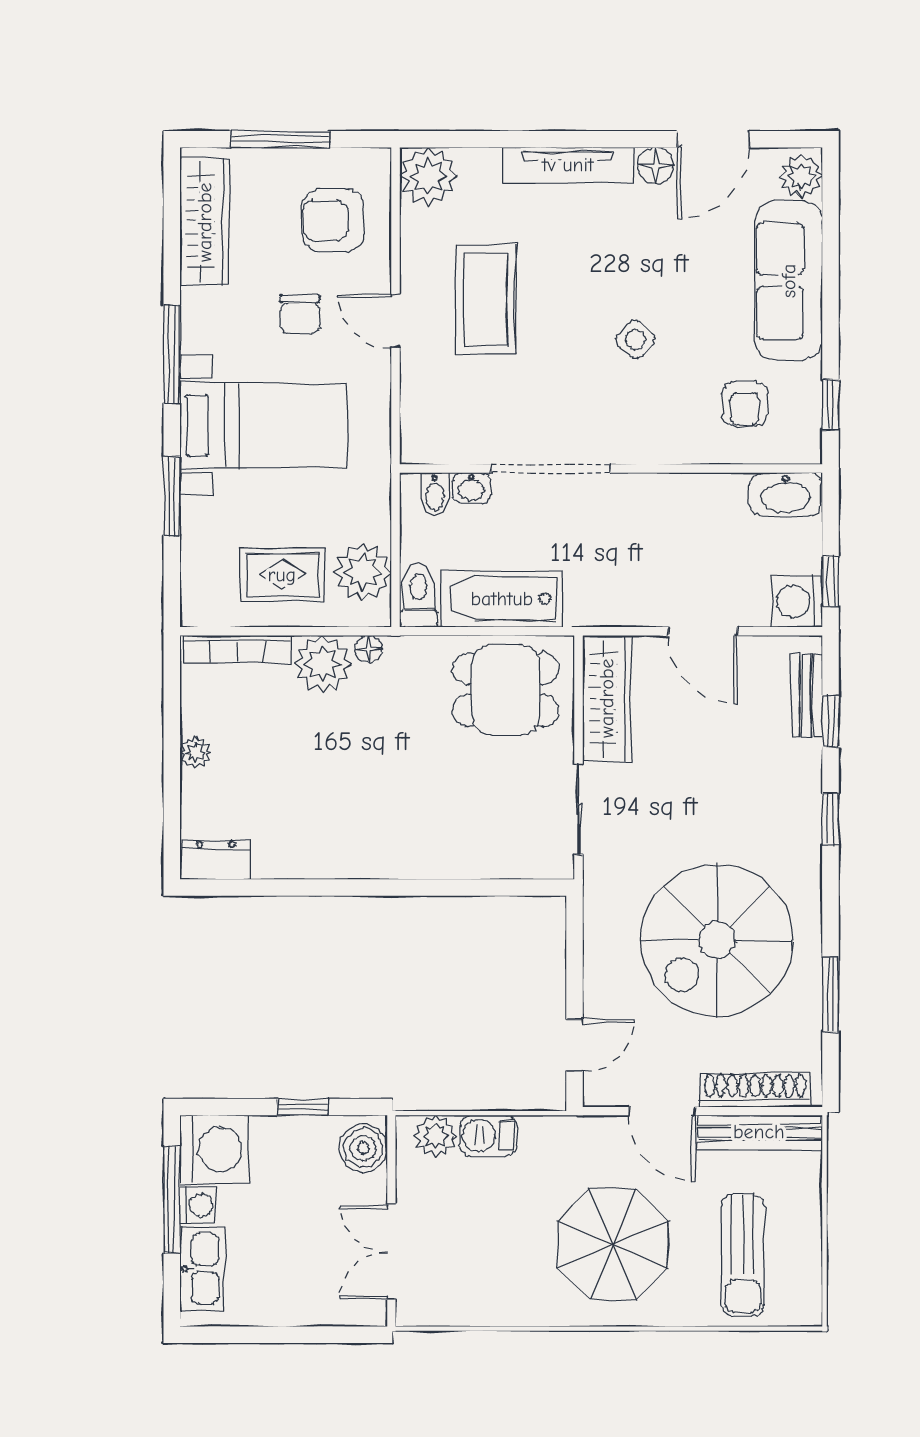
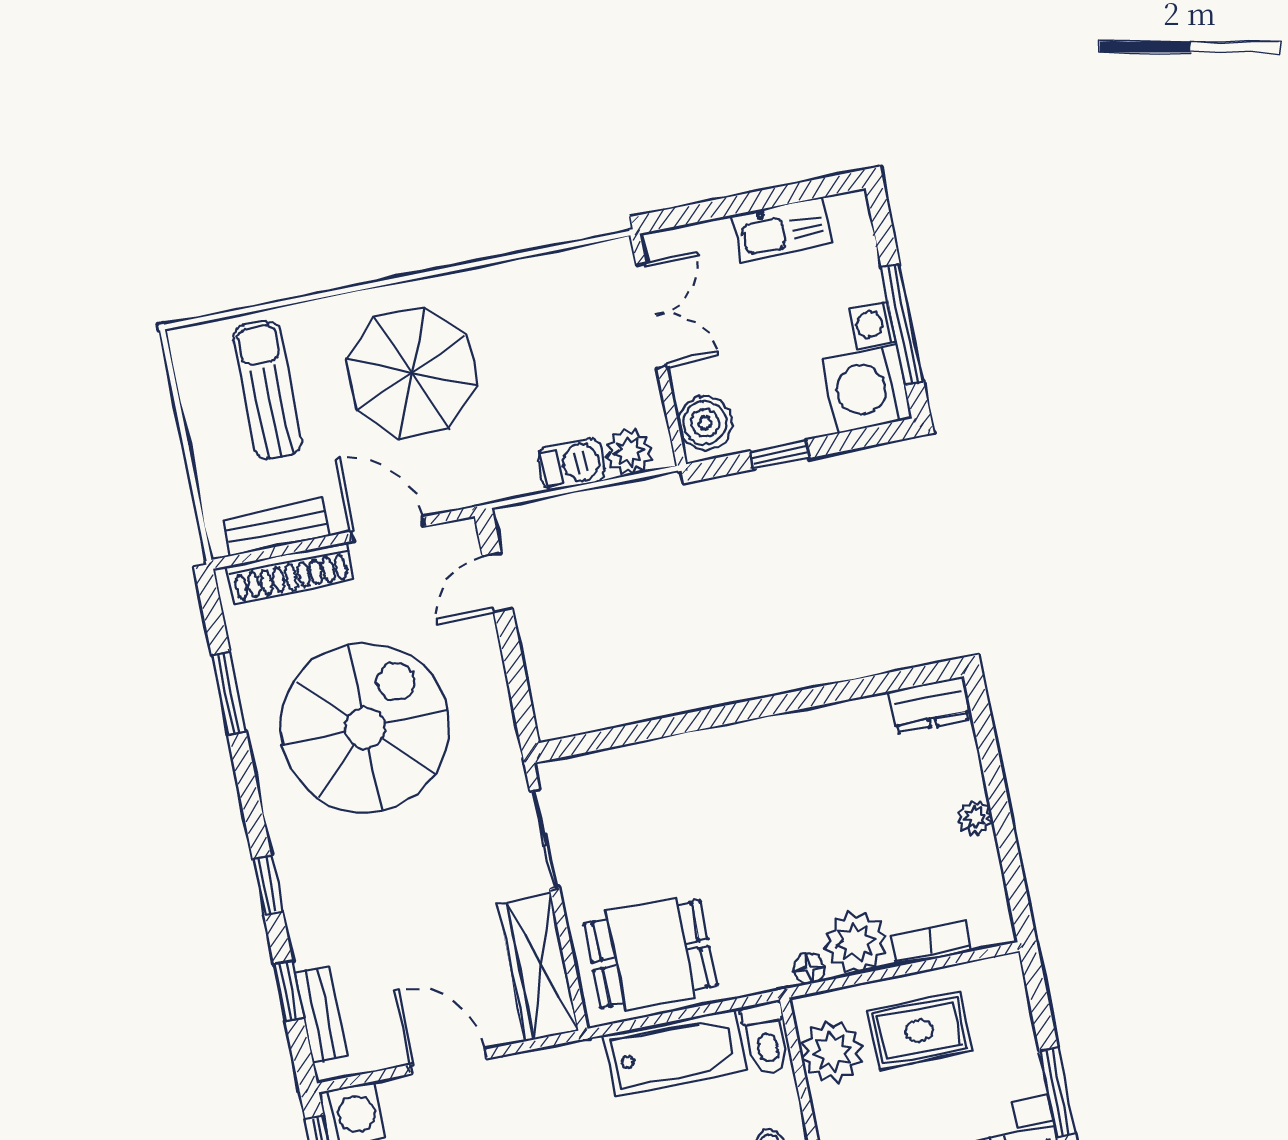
bookcase: (237, 649) -> (931, 944), width x0.64
bench: (759, 1132) -> (276, 527), width x0.73
kitchen sink: (202, 1269) -> (782, 230), moved, turned -90

